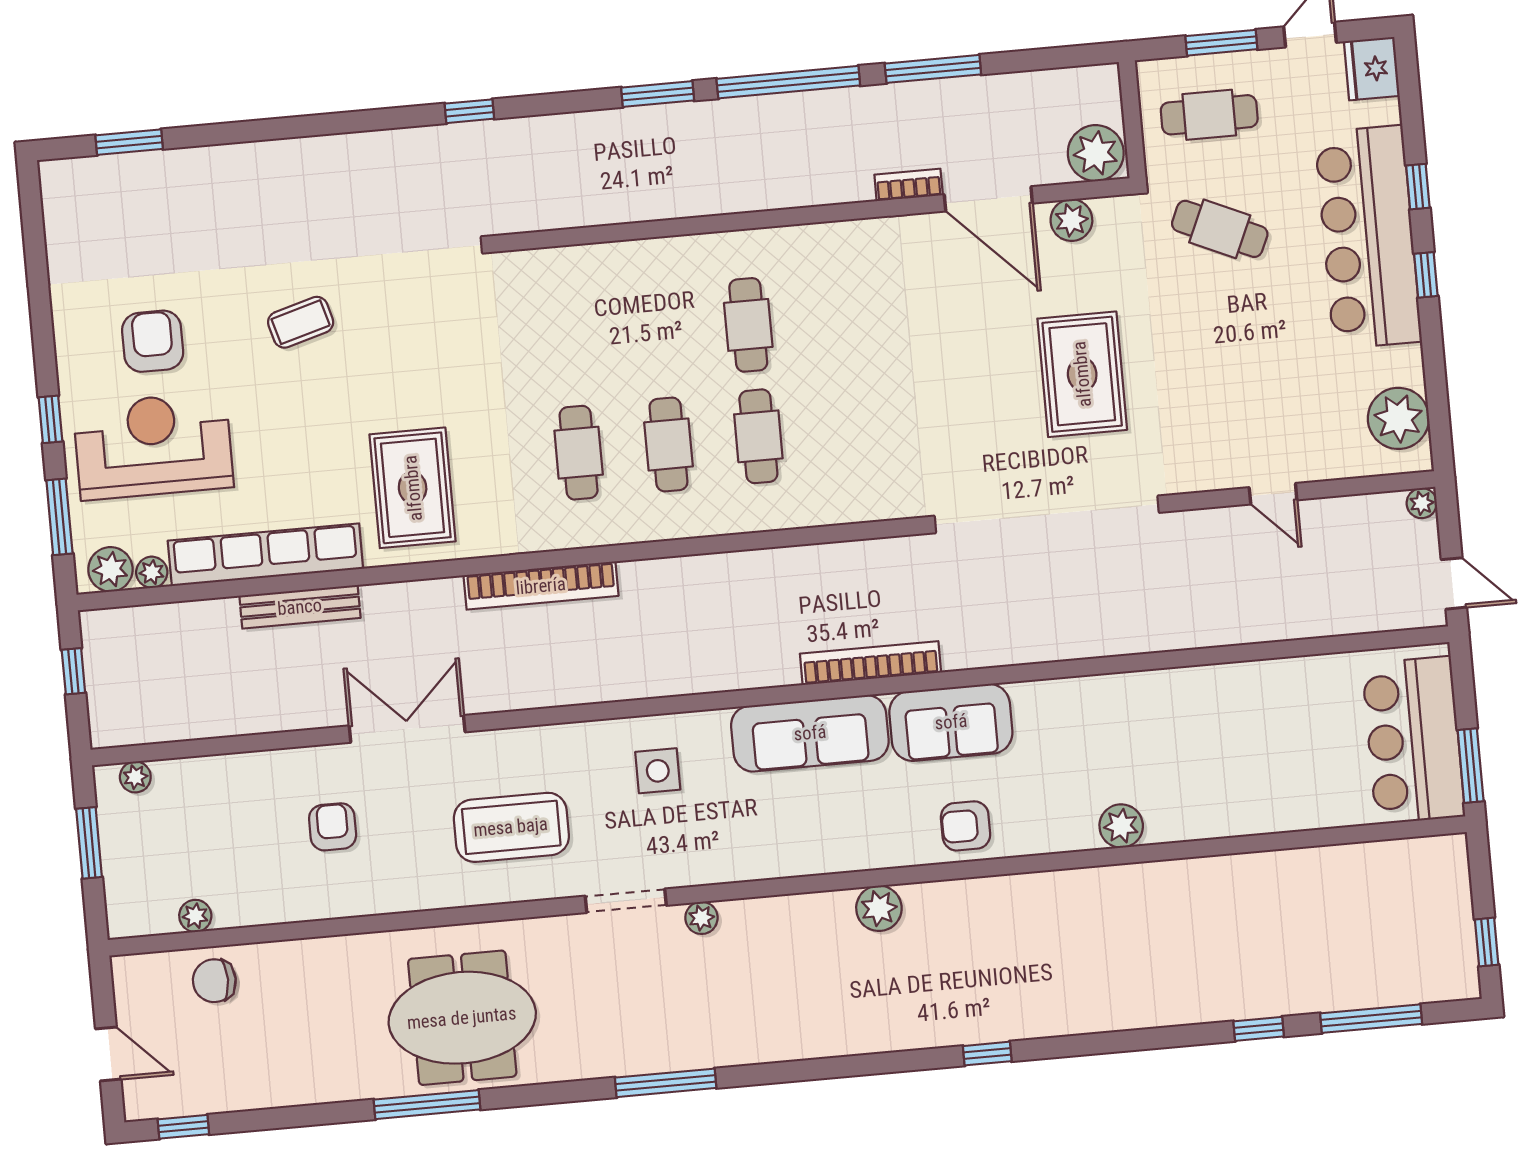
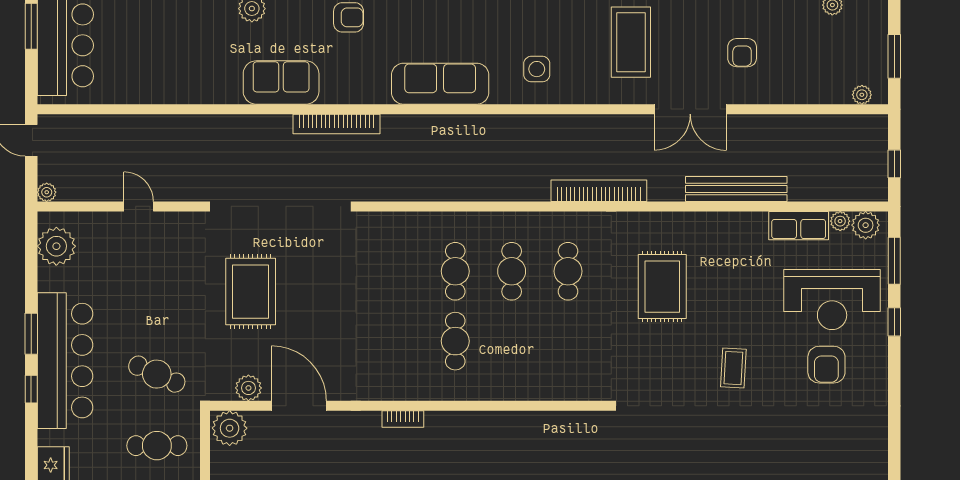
bookcase: (909, 185) -> (403, 419), moved
window: (1426, 275) -> (31, 334), width x1.50
coffee table: (301, 322) -> (733, 368), turned -71
rug: (413, 488) -> (662, 287), moved
row of seats: (265, 555) -> (799, 226), width x0.50
bench: (300, 607) -> (736, 189), width x1.37, depth x1.21
bookcase: (871, 663) -> (337, 124), moved
sofa: (951, 722) -> (281, 83), moved
coffee table: (511, 827) -> (631, 42), turned 90

